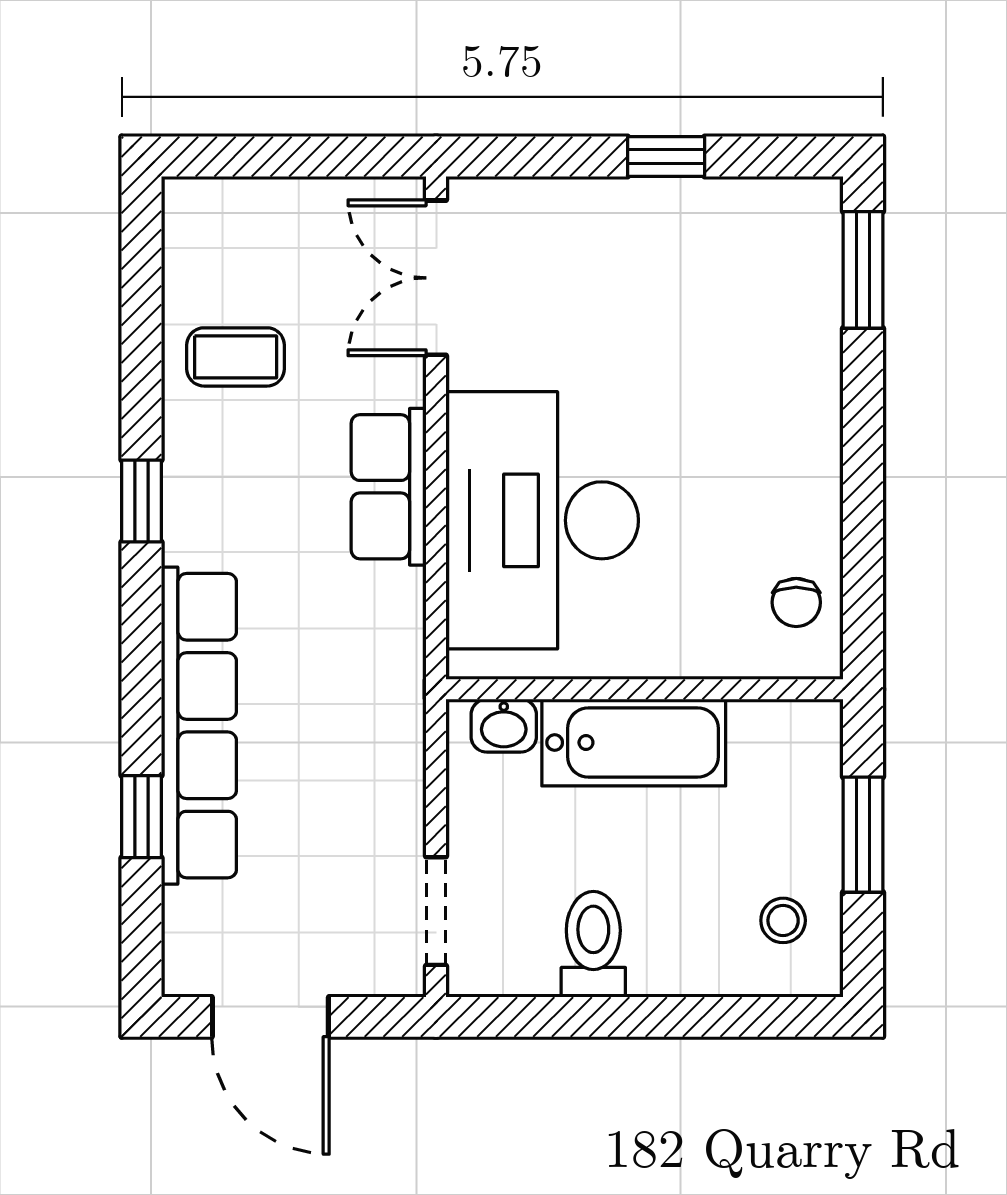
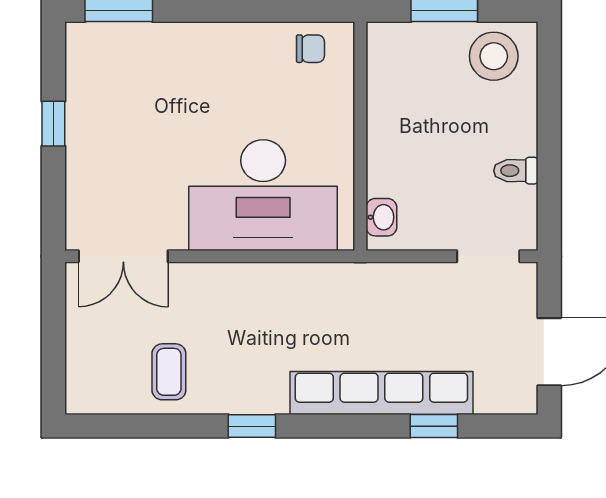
row of seats: (389, 487) -> (244, 284), removed
bathtub: (634, 743) -> (391, 142), removed
stool: (783, 920) -> (494, 56), width x1.89, depth x1.89
toilet: (593, 944) -> (516, 171), width x0.73, depth x0.72

